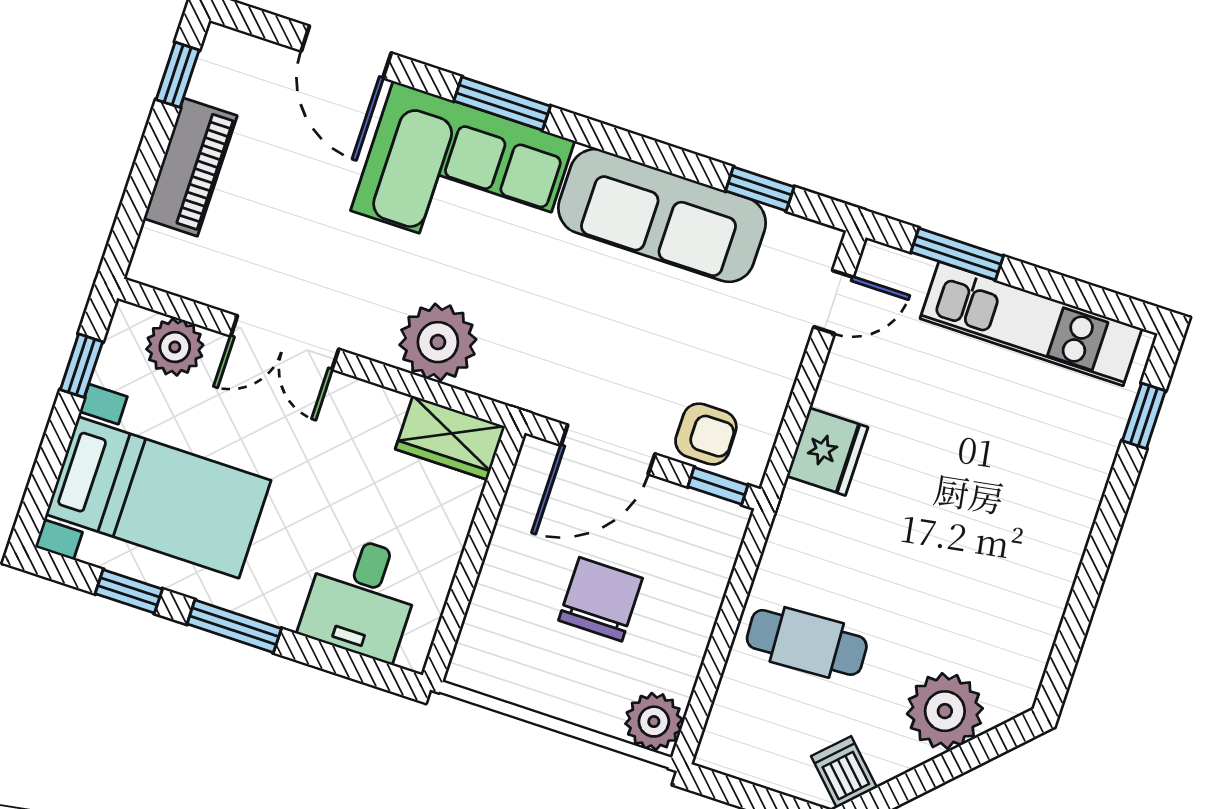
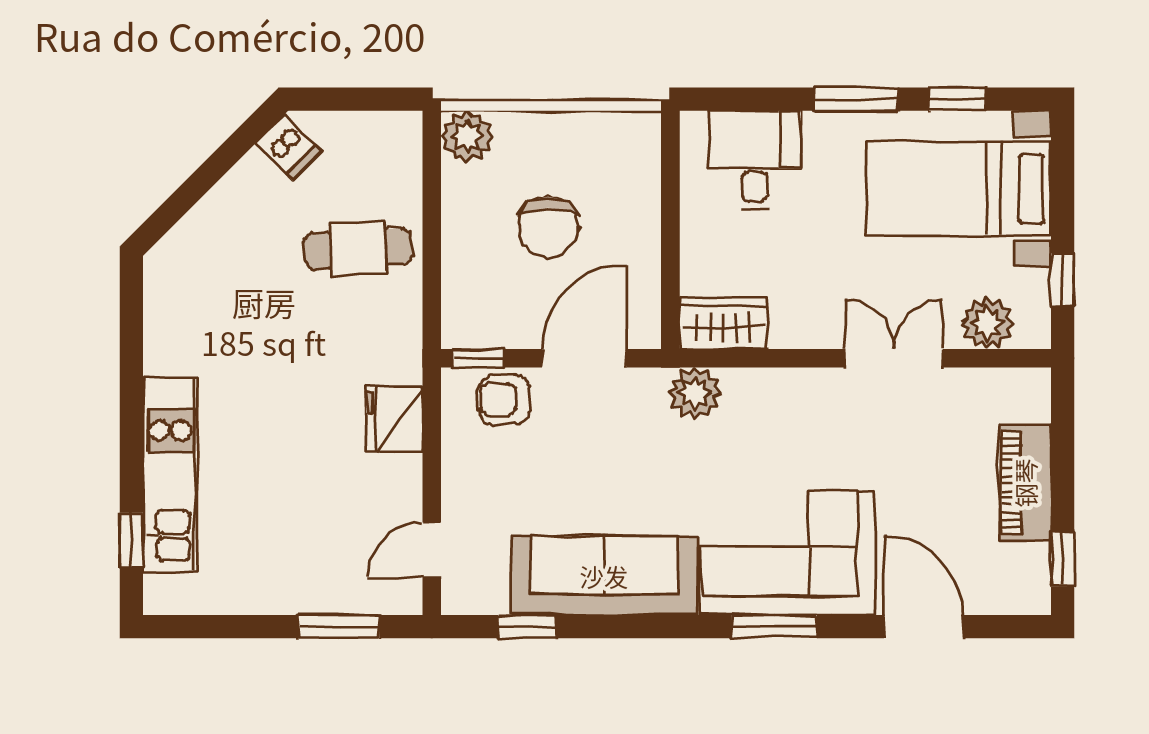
kitchen unit: (1031, 324) -> (170, 475), moved, turned 90
plant: (438, 342) -> (695, 393), moved, width x0.73, depth x0.73
plant: (945, 711) -> (219, 229), removed

